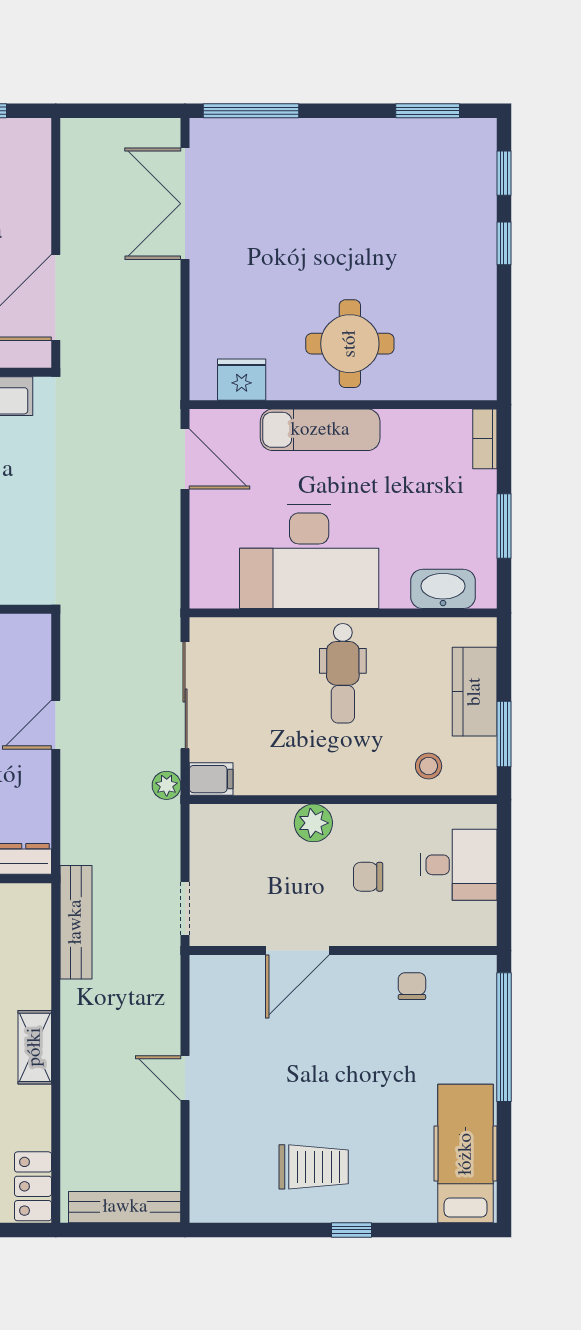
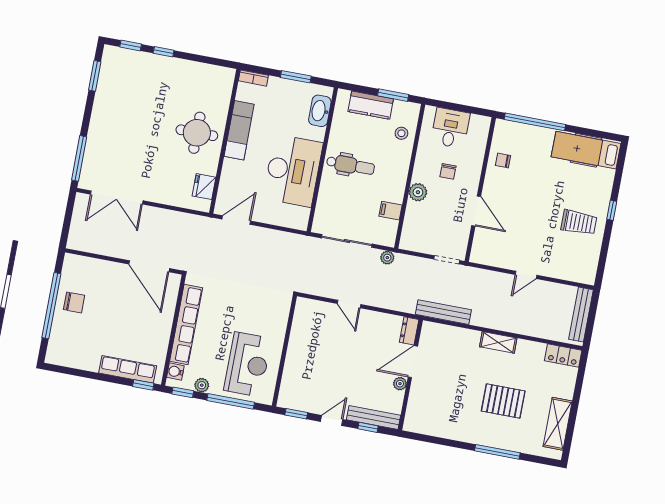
exam couch: (320, 430) -> (239, 130), moved
filing cabinet: (211, 779) -> (390, 211), moved, turned -90
trolley: (314, 1167) -> (579, 222), turned 90

